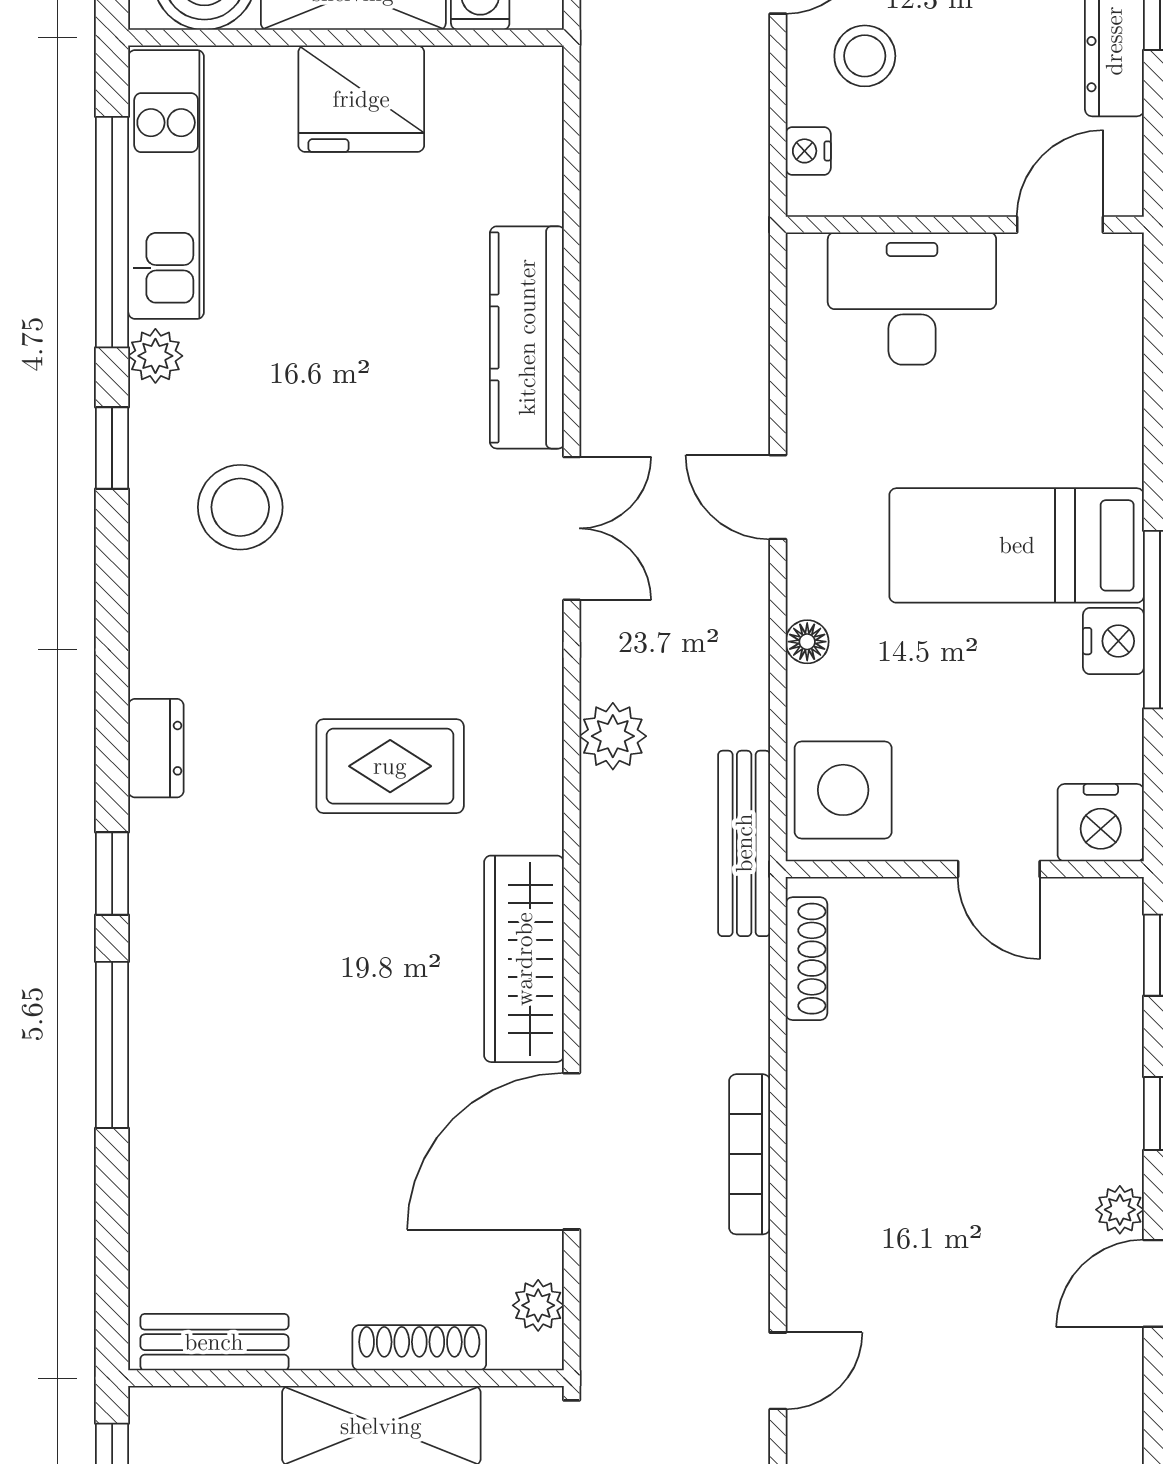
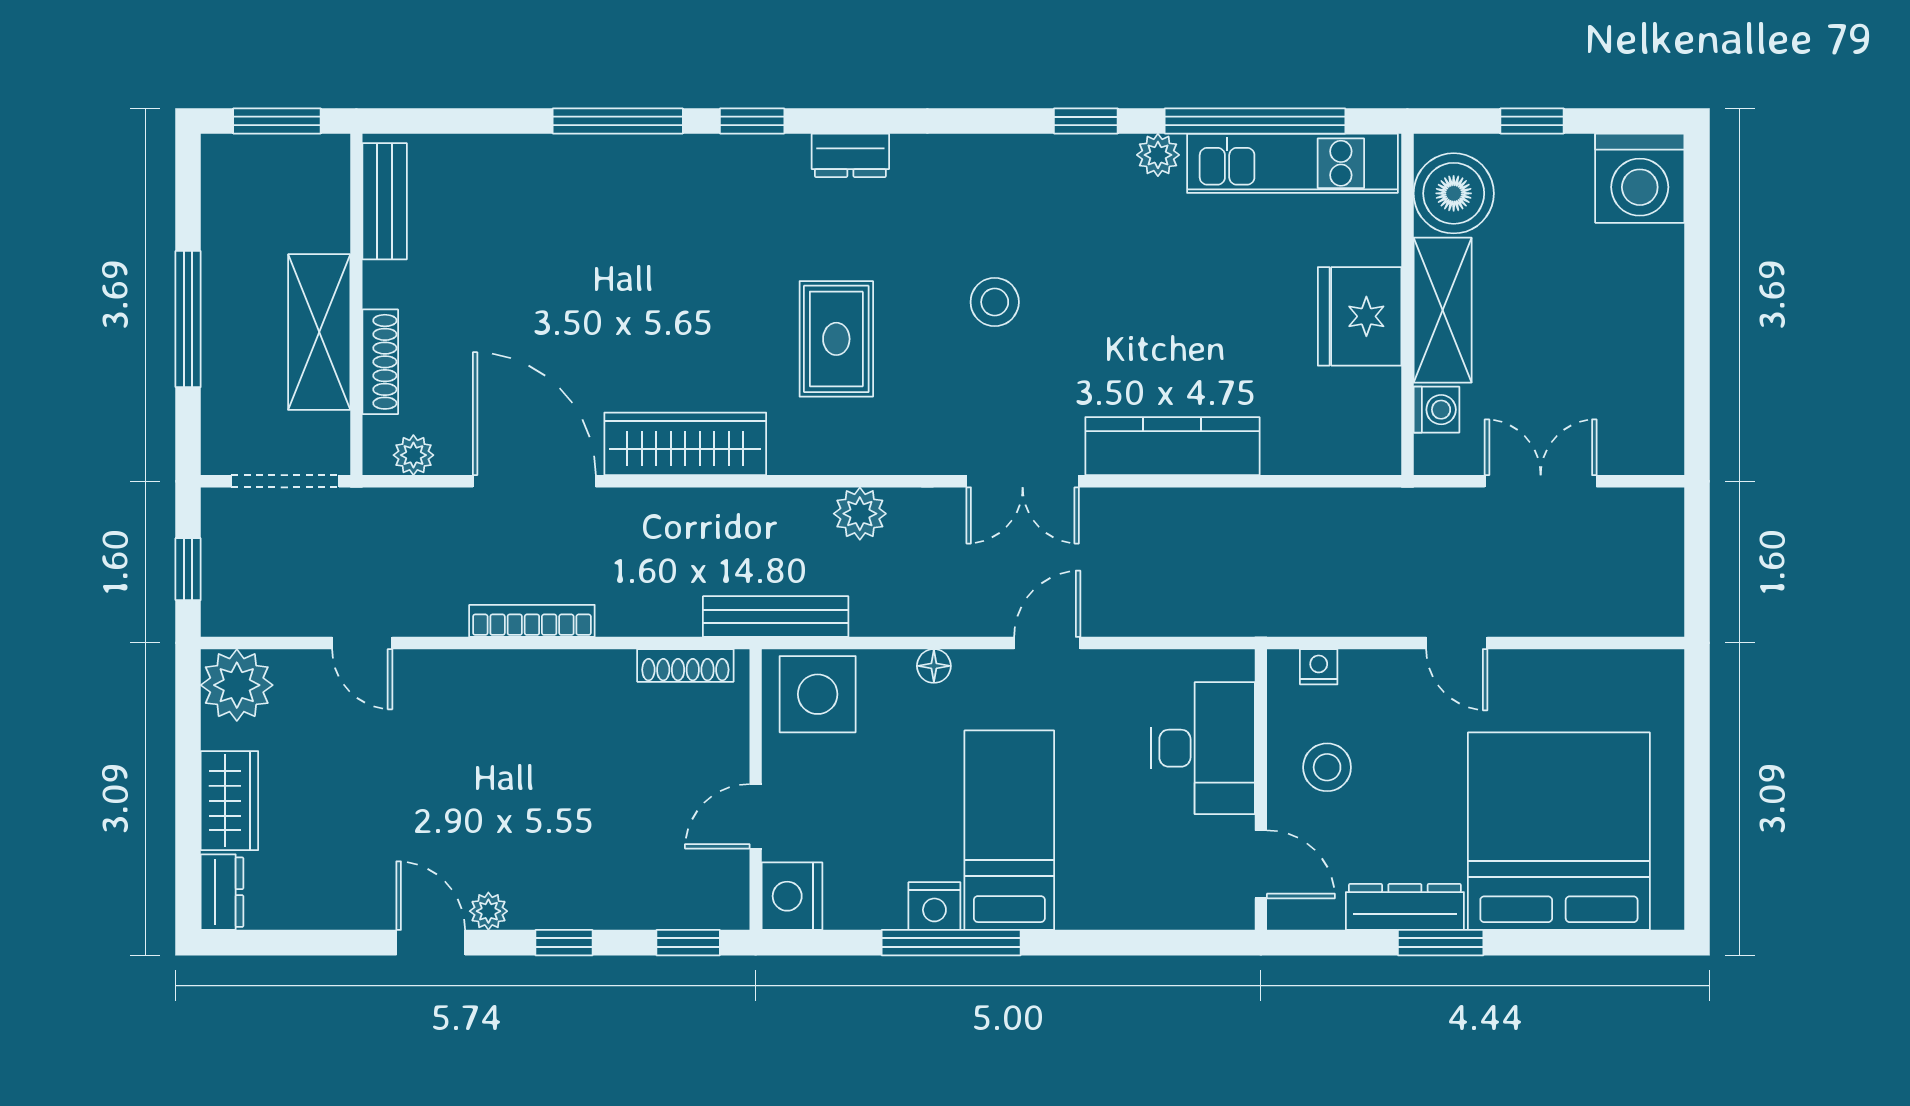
stool: (865, 56) -> (1327, 767), moved
stool: (240, 507) -> (995, 302), moved, width x0.73, depth x0.73

